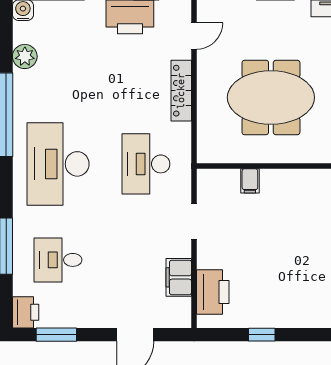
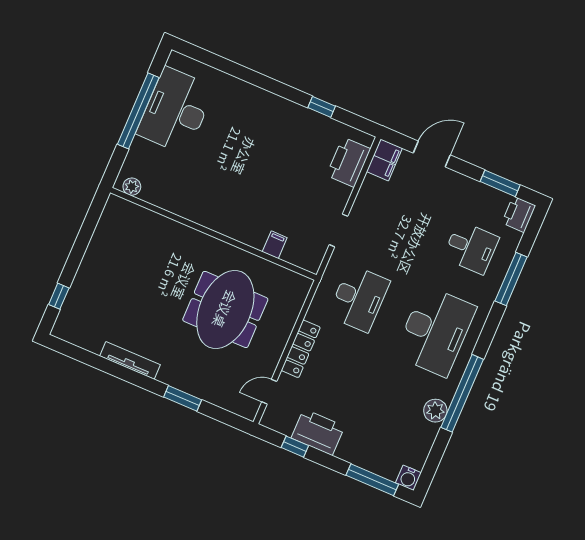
plant: (25, 56) -> (435, 411), moved
meeting table: (271, 97) -> (225, 309), turned 90
filing cabinet: (179, 277) -> (384, 160), moved

